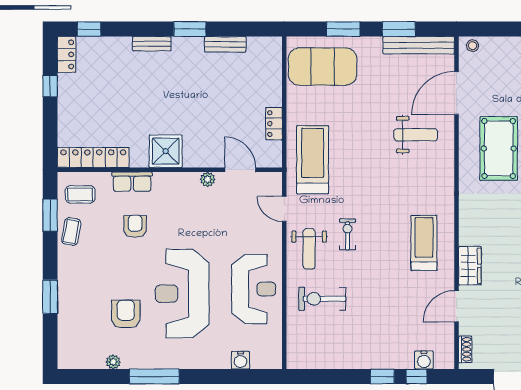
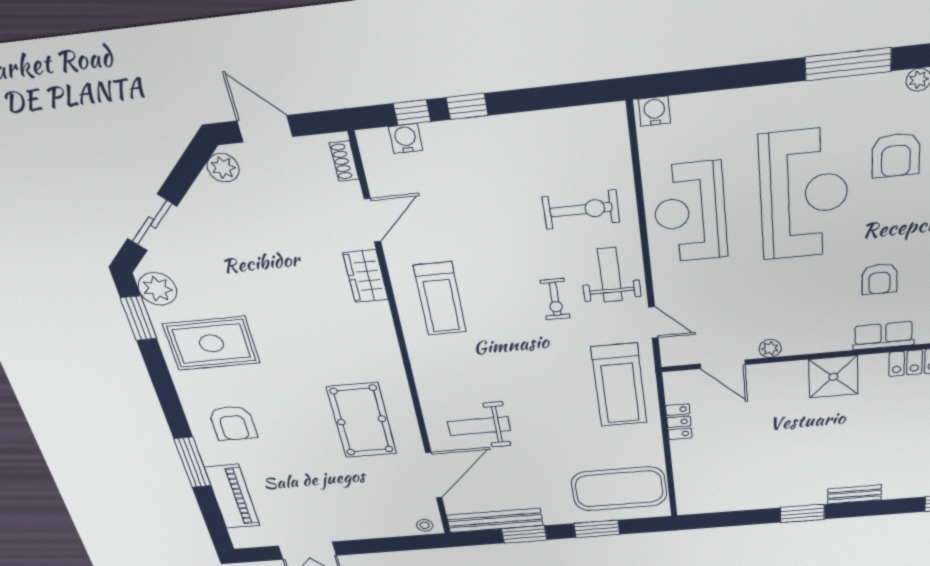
bench: (225, 44) -> (753, 502), removed
water cooler: (241, 360) -> (654, 111), moved

